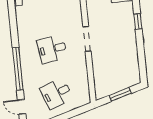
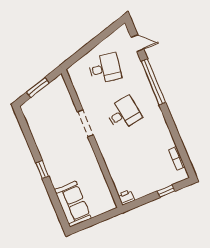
doorway: (87, 39) -> (85, 123), moved
desk: (57, 93) -> (105, 68), turned 30

